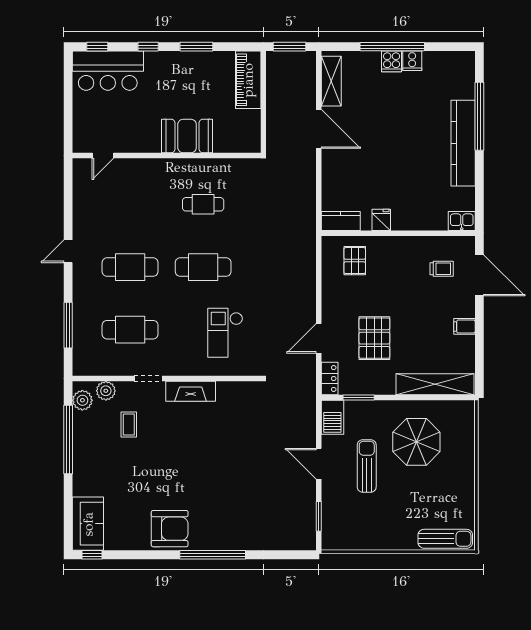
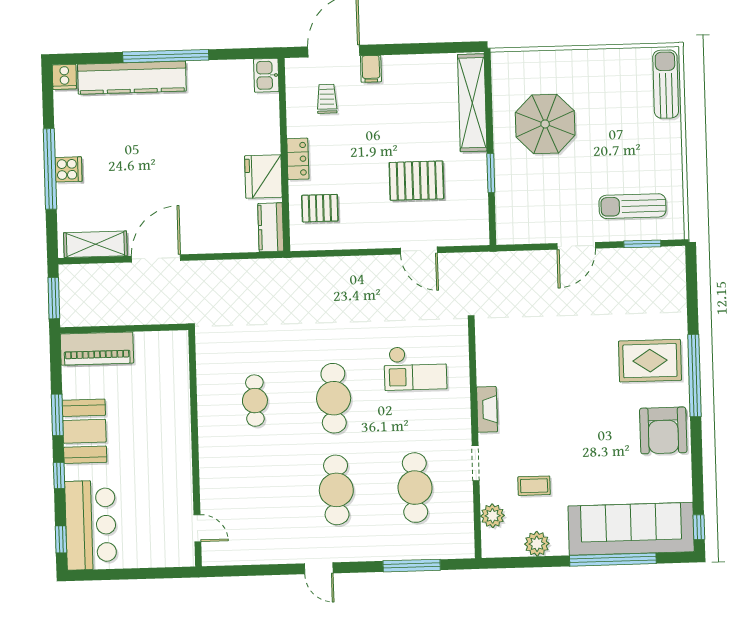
cooker: (412, 61) -> (64, 77), moved, turned 90
window: (479, 116) -> (166, 56), moved
booth: (187, 136) -> (84, 431), moved
kitchen counter: (463, 143) -> (132, 78), moved
fridge: (381, 220) -> (263, 177), width x1.88, depth x1.34
filing cabinet: (464, 326) -> (371, 69), moved
locker: (330, 379) -> (298, 159), moved, turned 90
fireplace: (191, 391) -> (487, 409), width x0.73, depth x0.76
window: (359, 398) -> (491, 173), moved
plant: (82, 400) -> (537, 544), moved
barbecue: (332, 417) -> (517, 230), removed
window: (68, 439) -> (613, 560), moved
sun lounger: (367, 466) -> (632, 206), moved
rug: (226, 520) -> (650, 361), added
sofa: (88, 524) -> (631, 529), width x1.85, depth x1.27
armchair: (170, 529) -> (663, 430), turned 180

